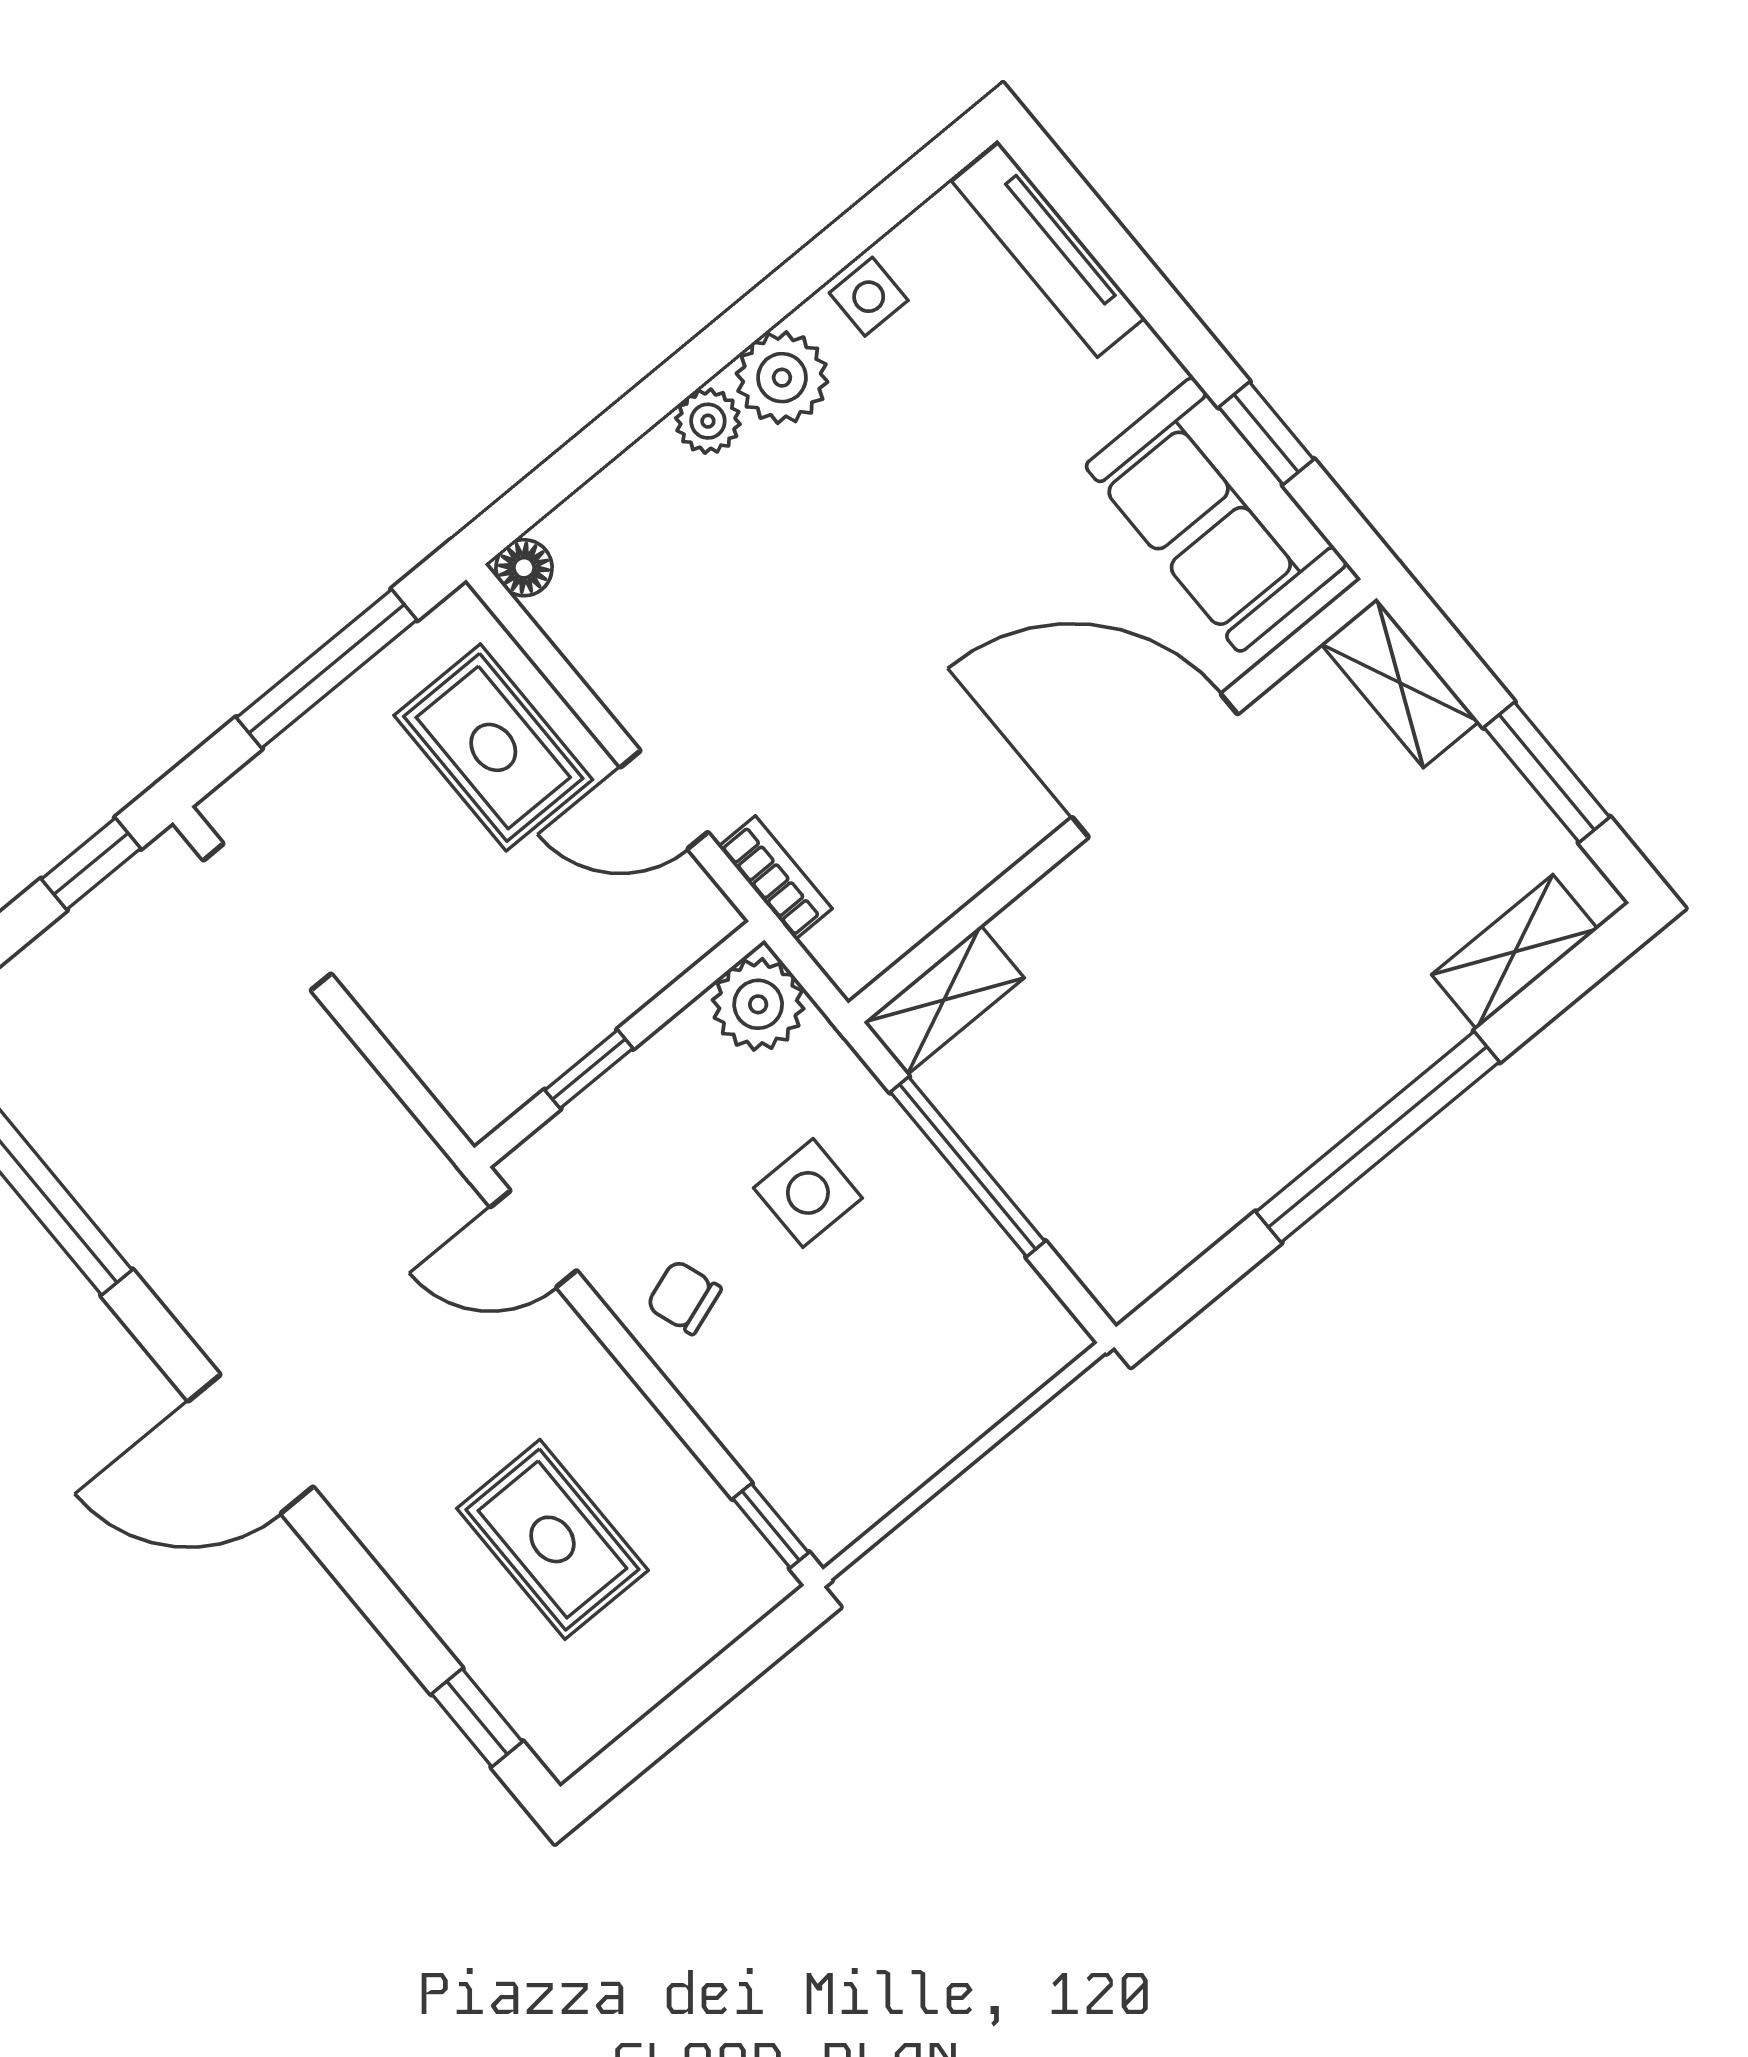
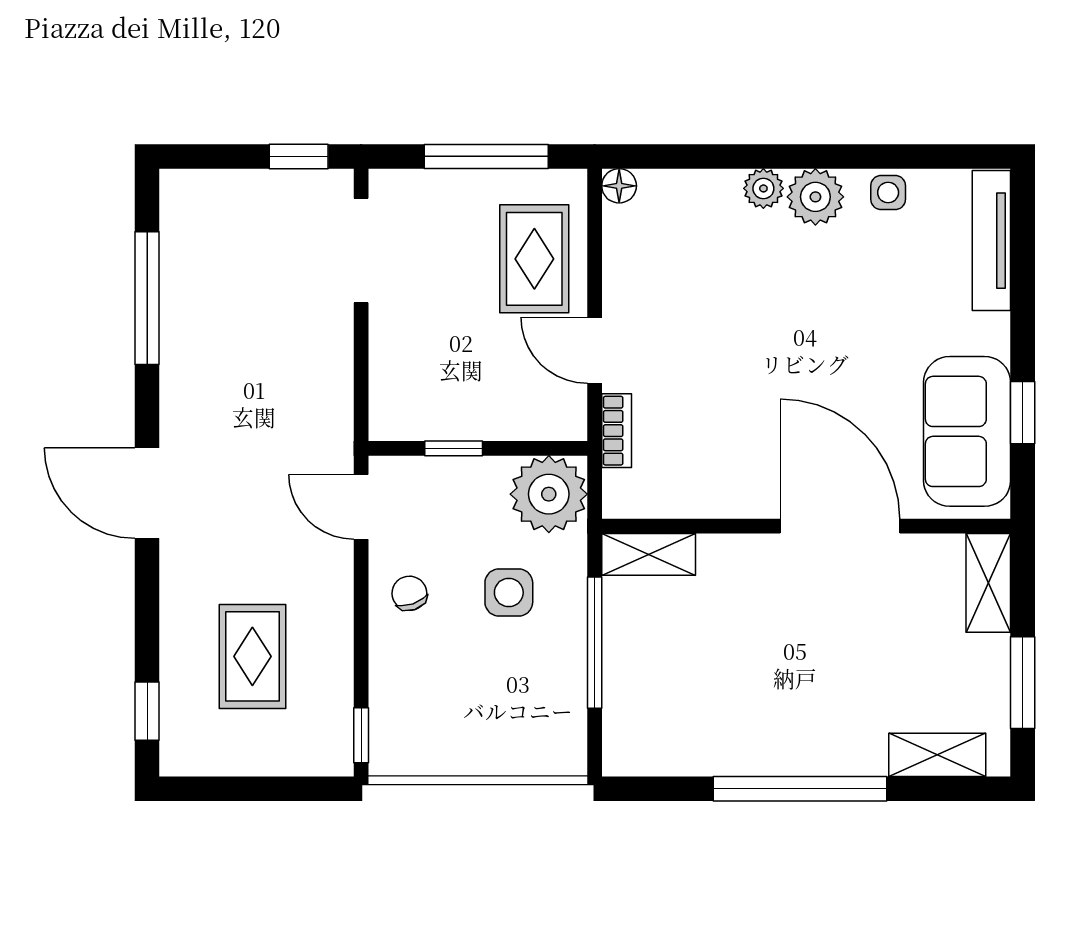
plant: (758, 1004) -> (549, 494), width x1.36, depth x1.36

